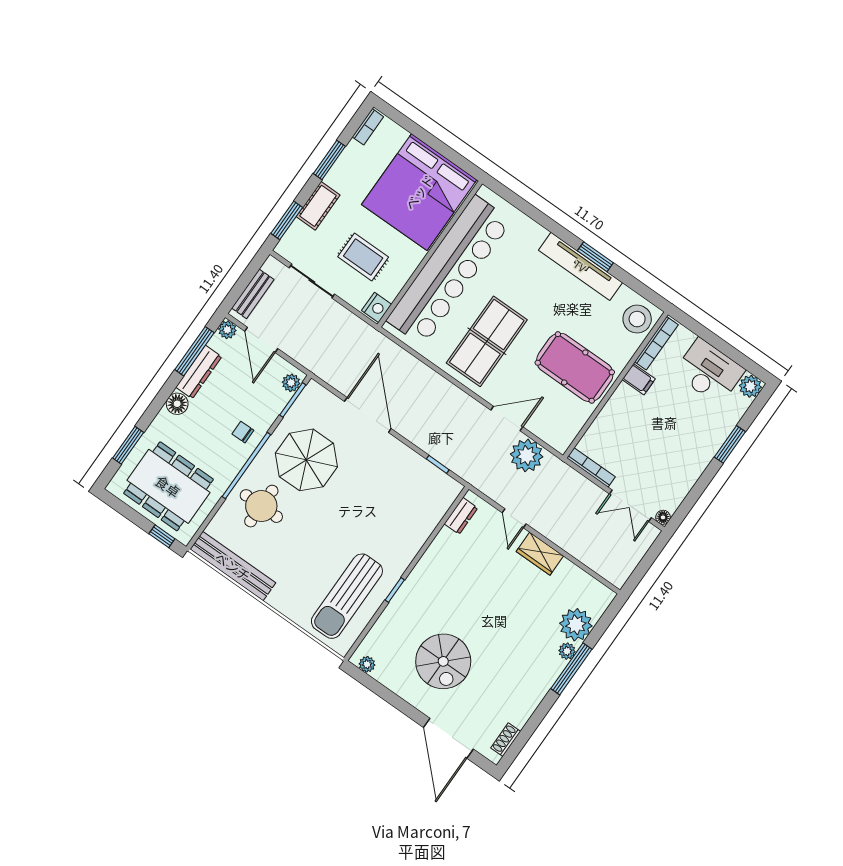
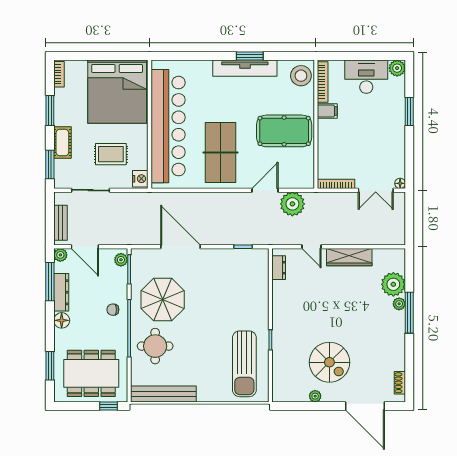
wardrobe: (540, 554) -> (349, 257), width x1.50
plant: (367, 664) -> (315, 396), moved

